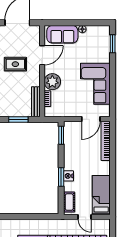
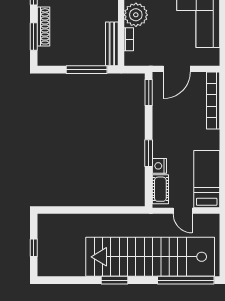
door: (91, 119) -> (177, 69), moved
window: (18, 120) -> (87, 70), width x1.44
nightstand: (69, 176) -> (159, 166), moved

